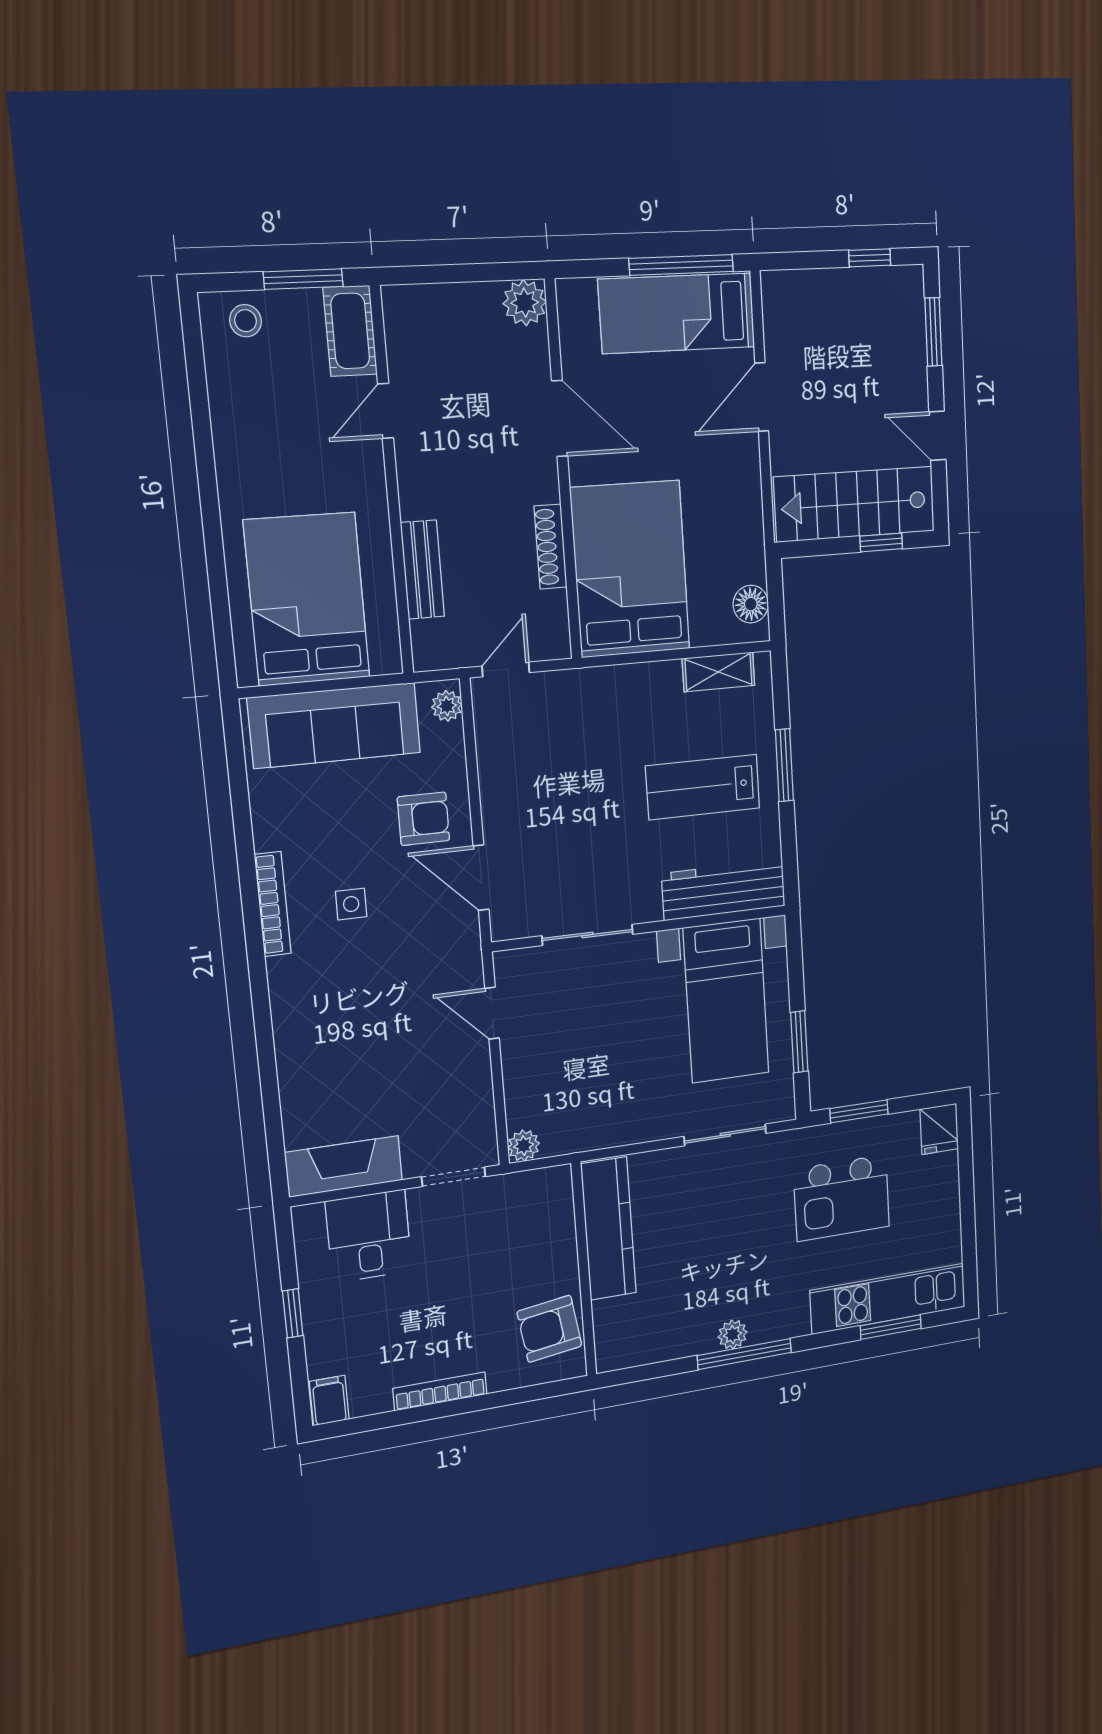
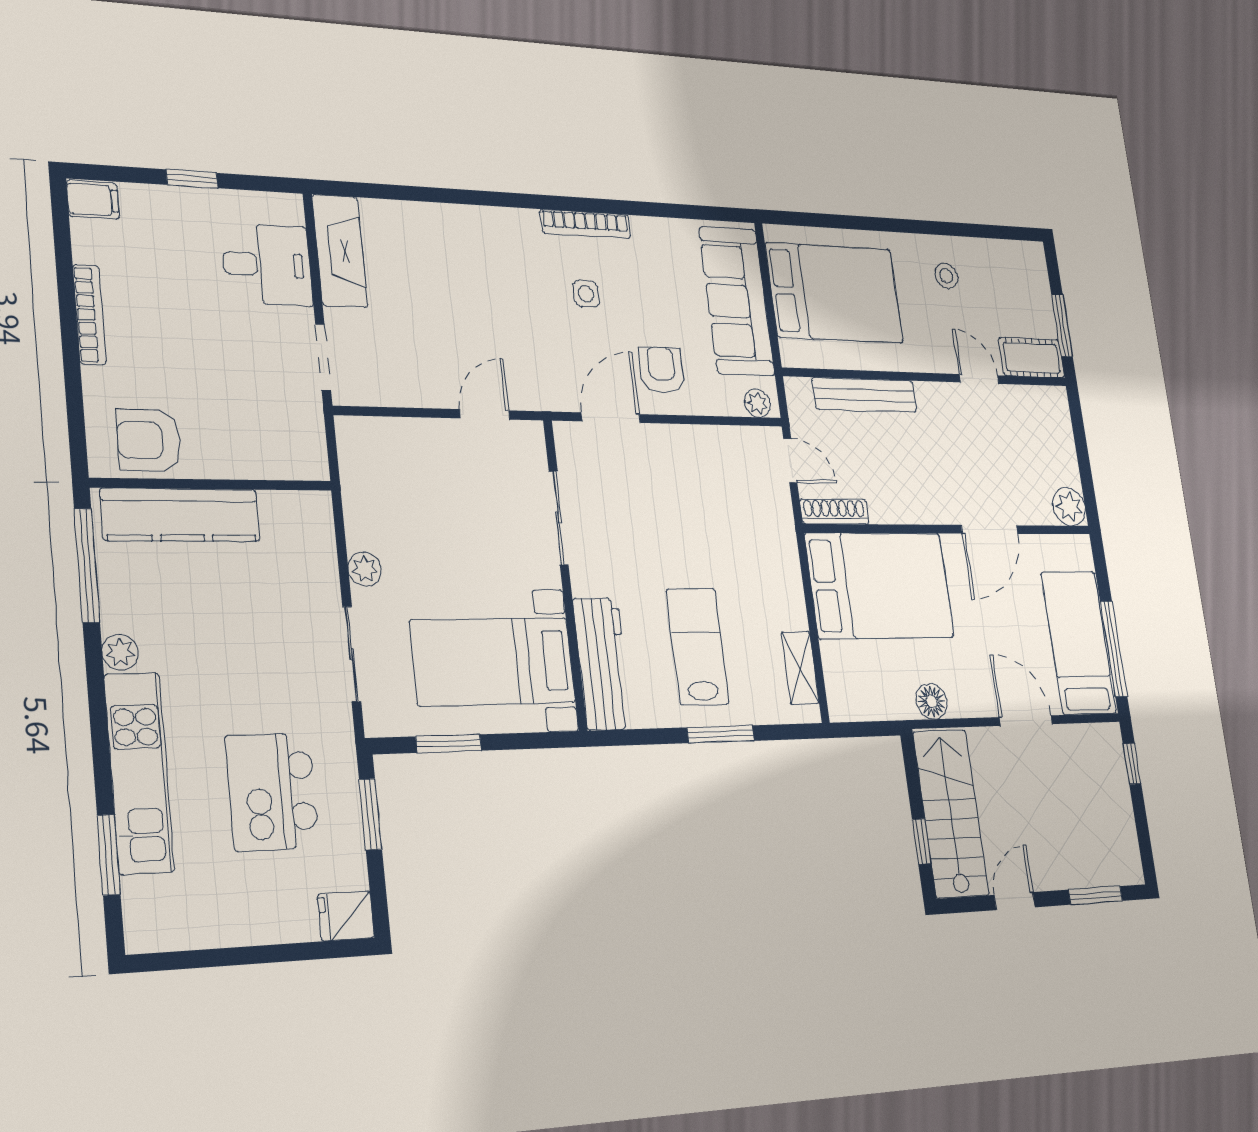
window: (870, 258) -> (1132, 764), moved
stool: (245, 321) -> (946, 276), moved
shoe rack: (551, 547) -> (834, 511), moved
bench: (422, 570) -> (864, 395), width x1.36
floor lamp: (751, 604) -> (932, 701), moved
armchair: (423, 819) -> (662, 370), turned 180
plant: (524, 1146) -> (365, 569), moved
kitchen counter: (609, 1229) -> (181, 515), moved
kitchen unit: (888, 1299) -> (139, 773), moved
armchair: (549, 1329) -> (149, 440), turned -82
window: (744, 1354) -> (87, 566), moved

